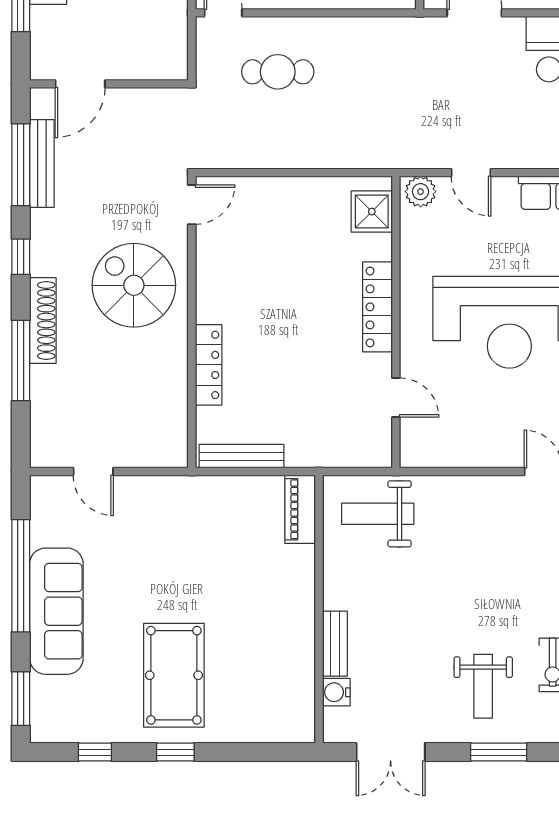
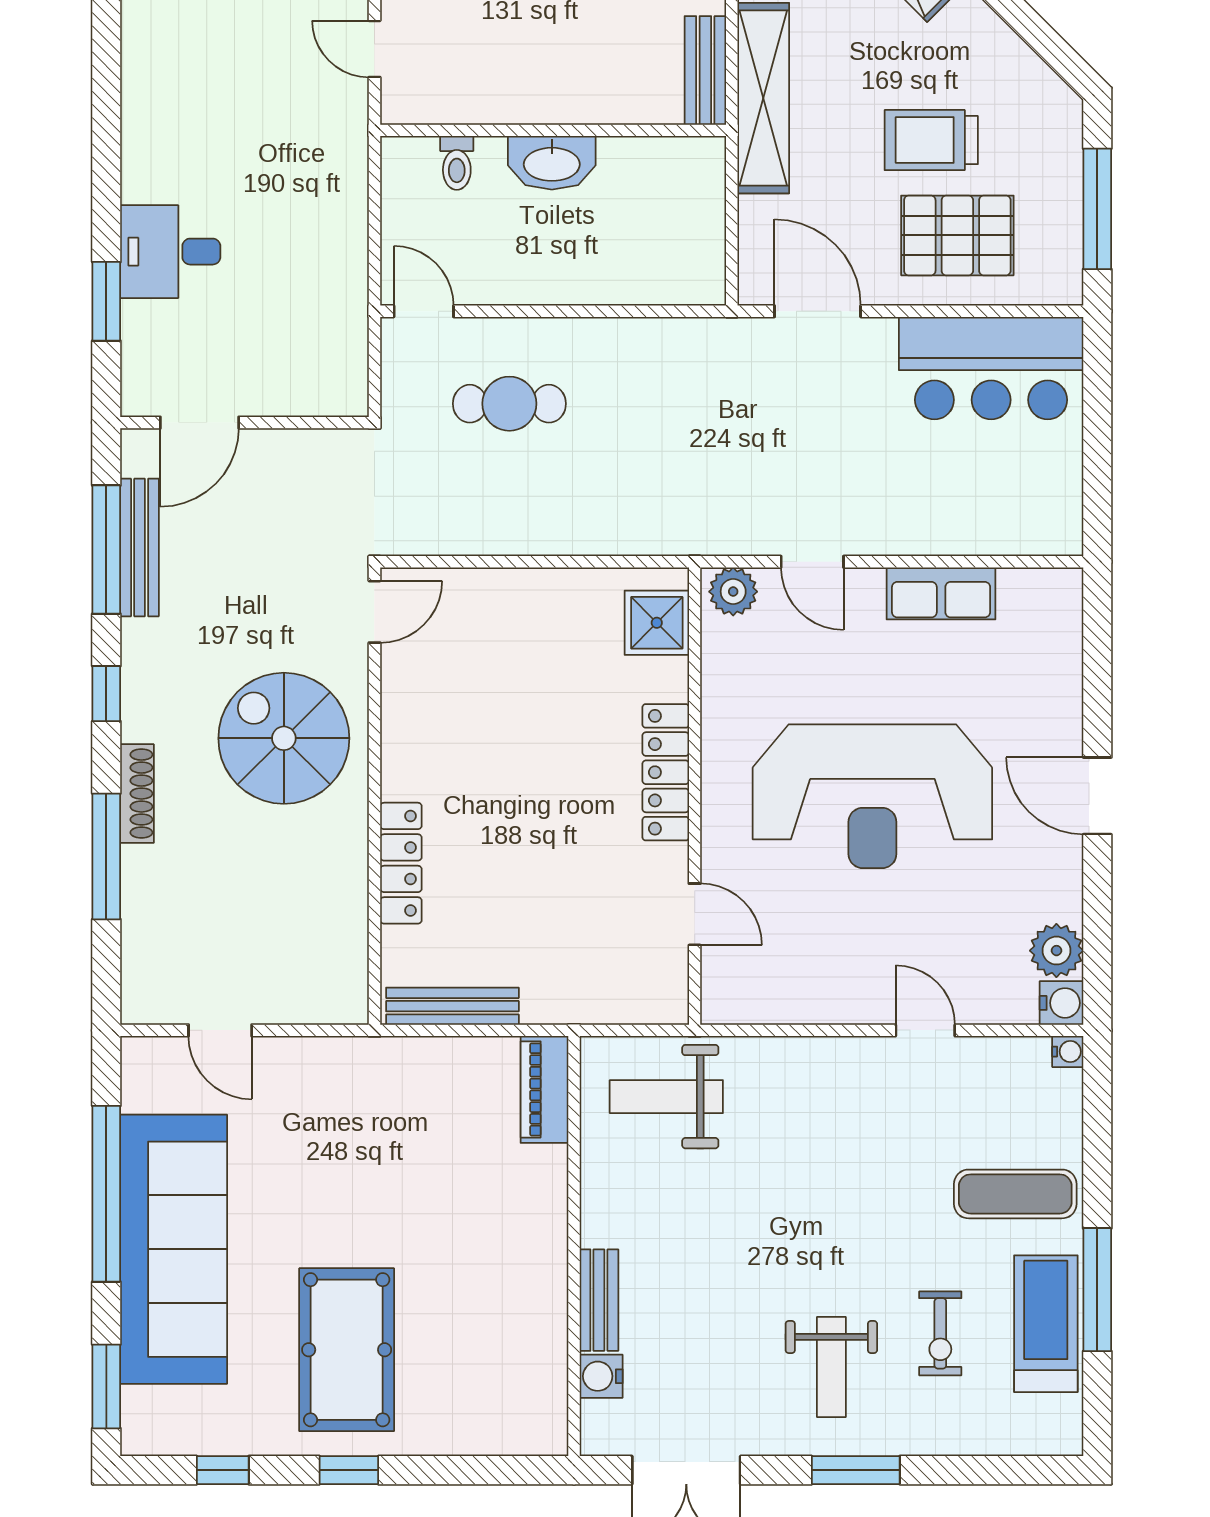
shoe rack: (43, 320) -> (137, 794), width x0.74, depth x0.81
sofa: (56, 611) -> (174, 1249), width x1.36, depth x1.27

